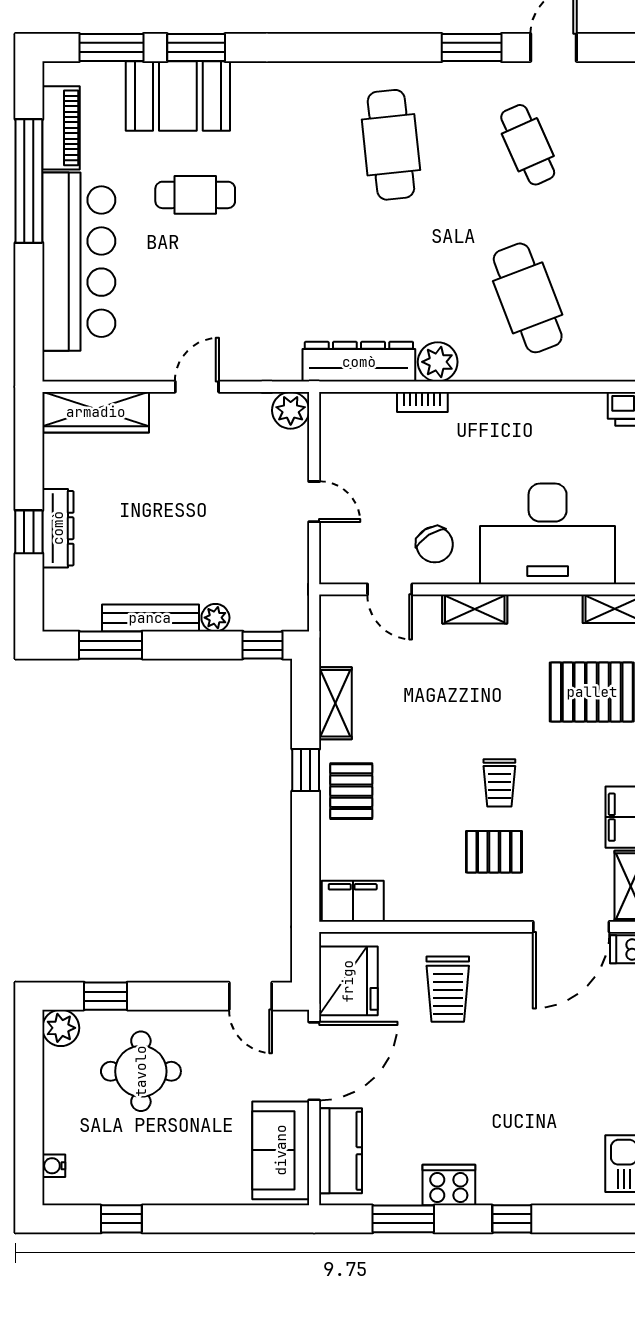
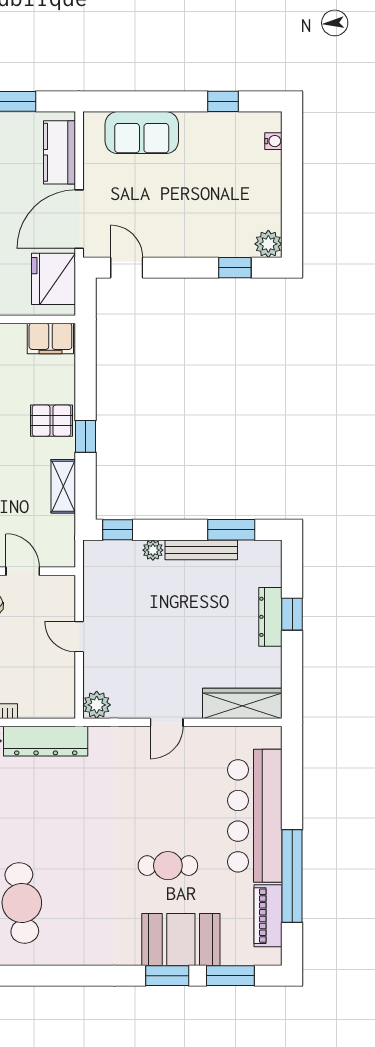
pallet: (351, 791) -> (51, 421), turned 90
round table: (141, 1071) -> (208, 212), removed
sofa: (281, 1150) -> (142, 133), moved, turned 90

